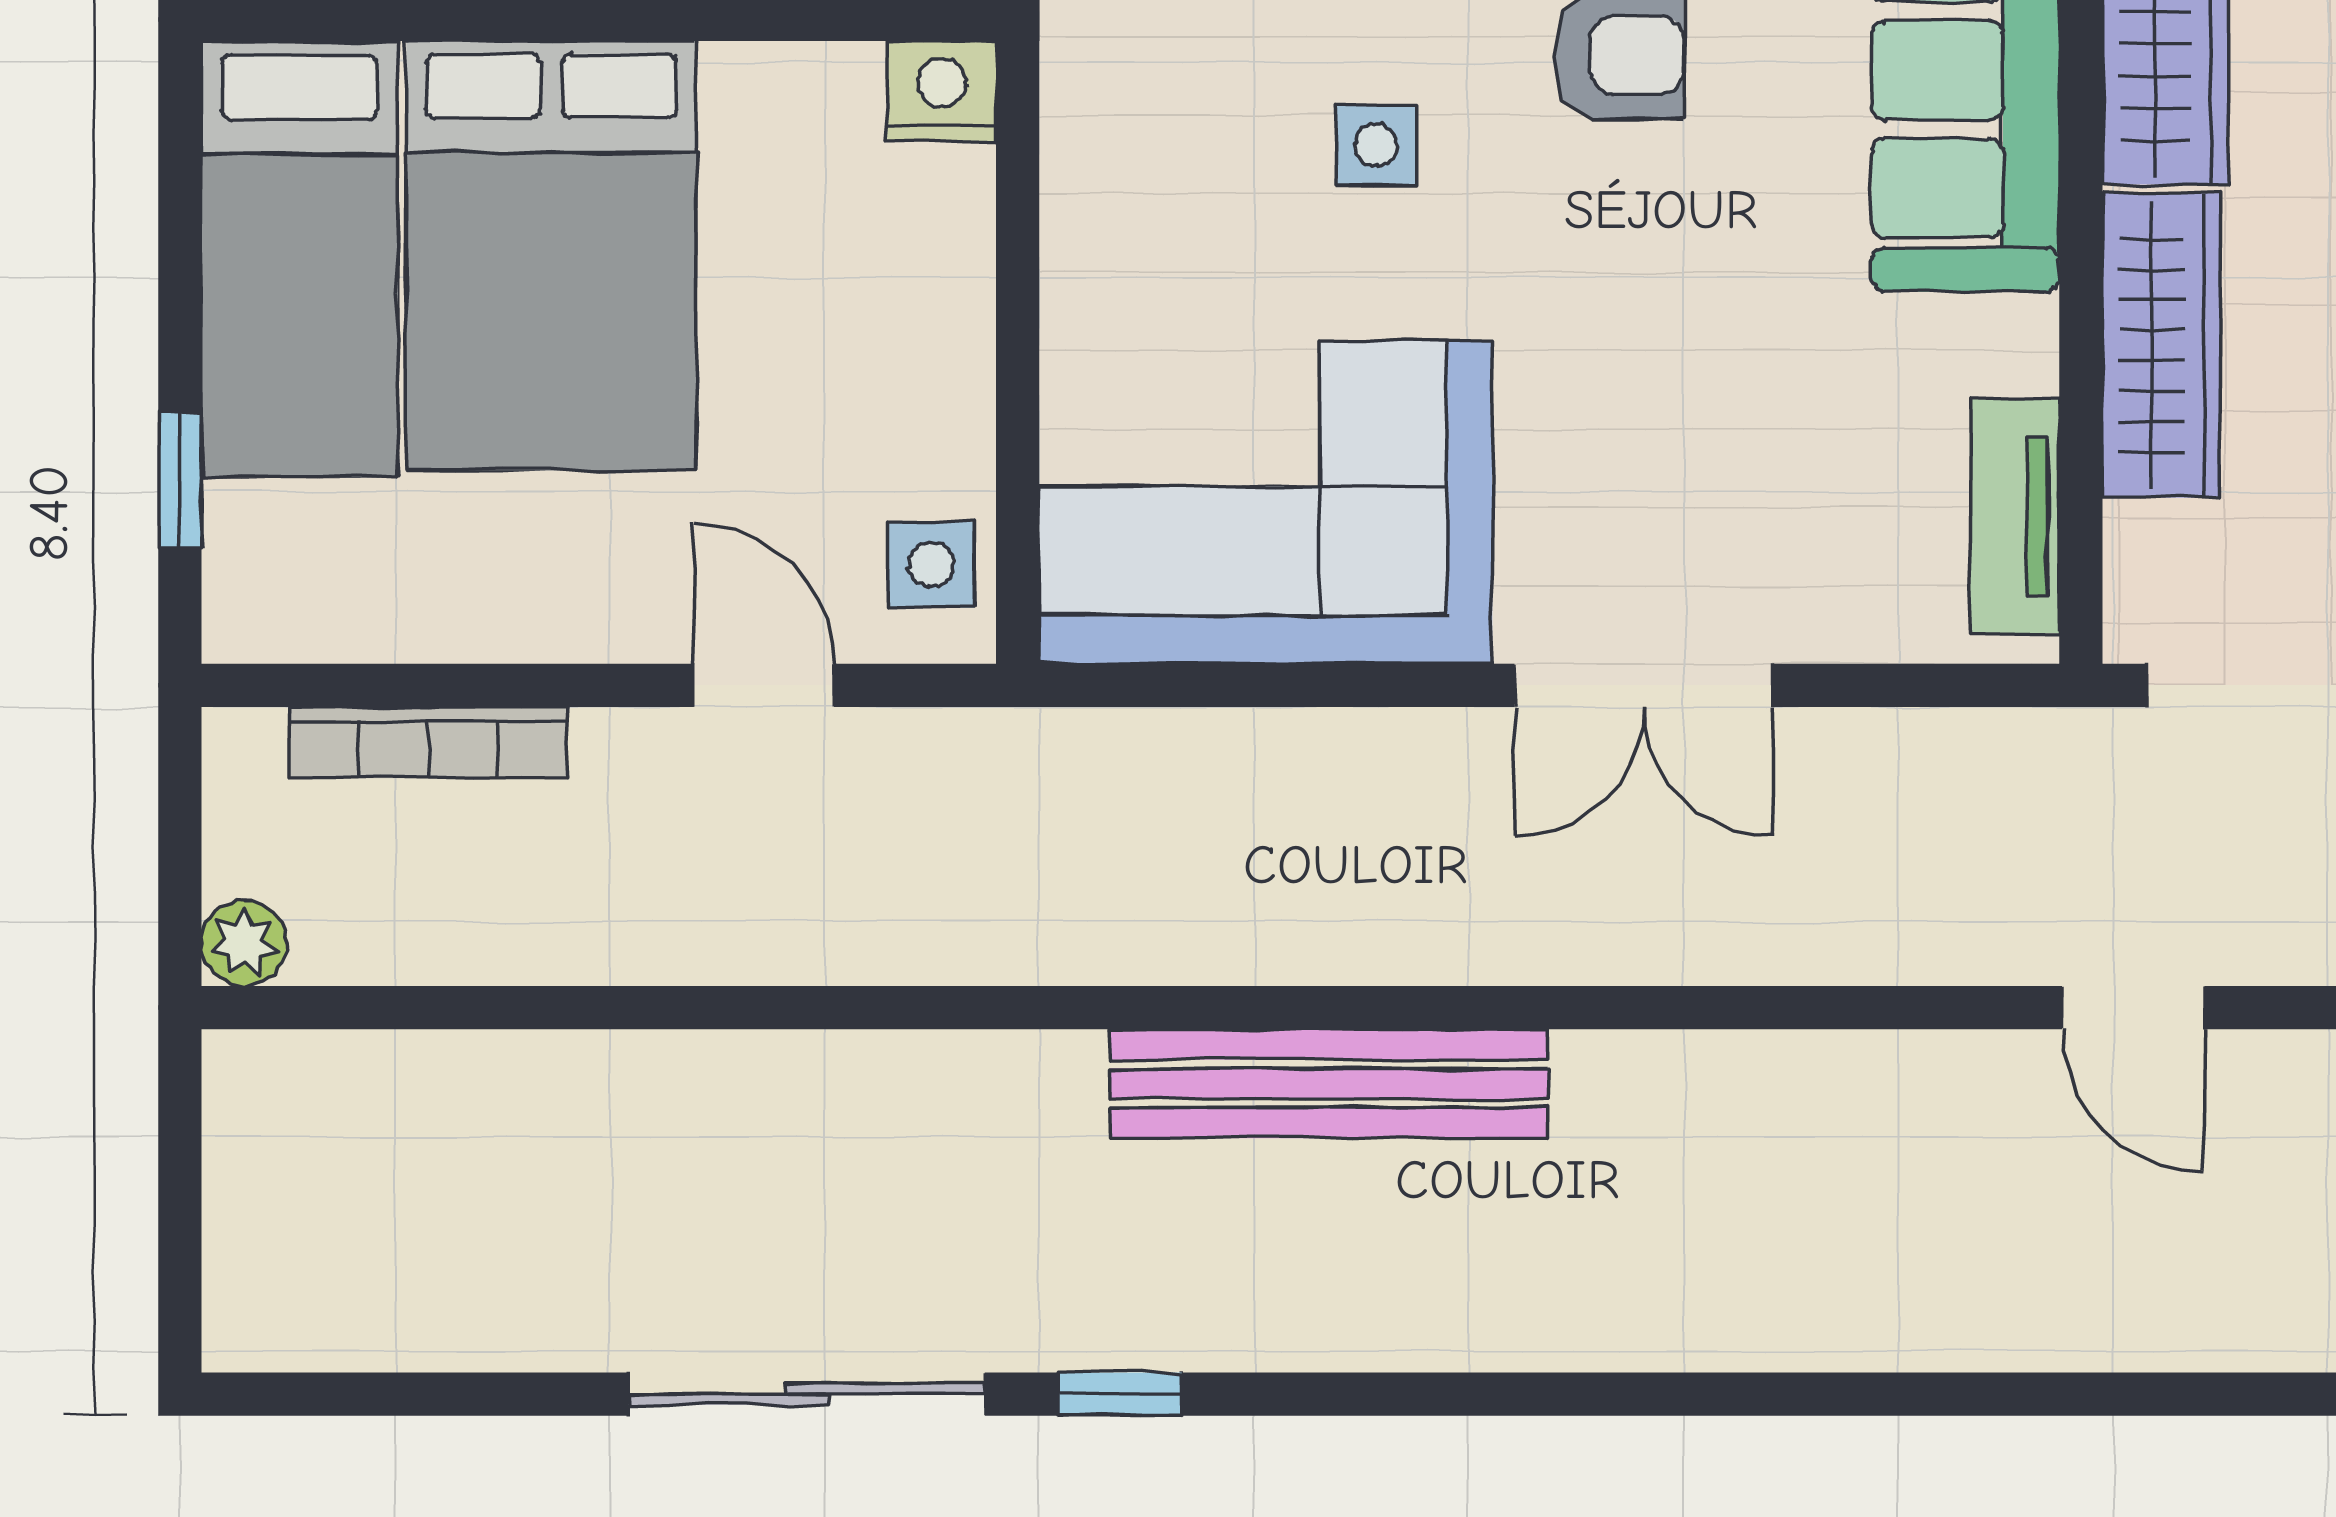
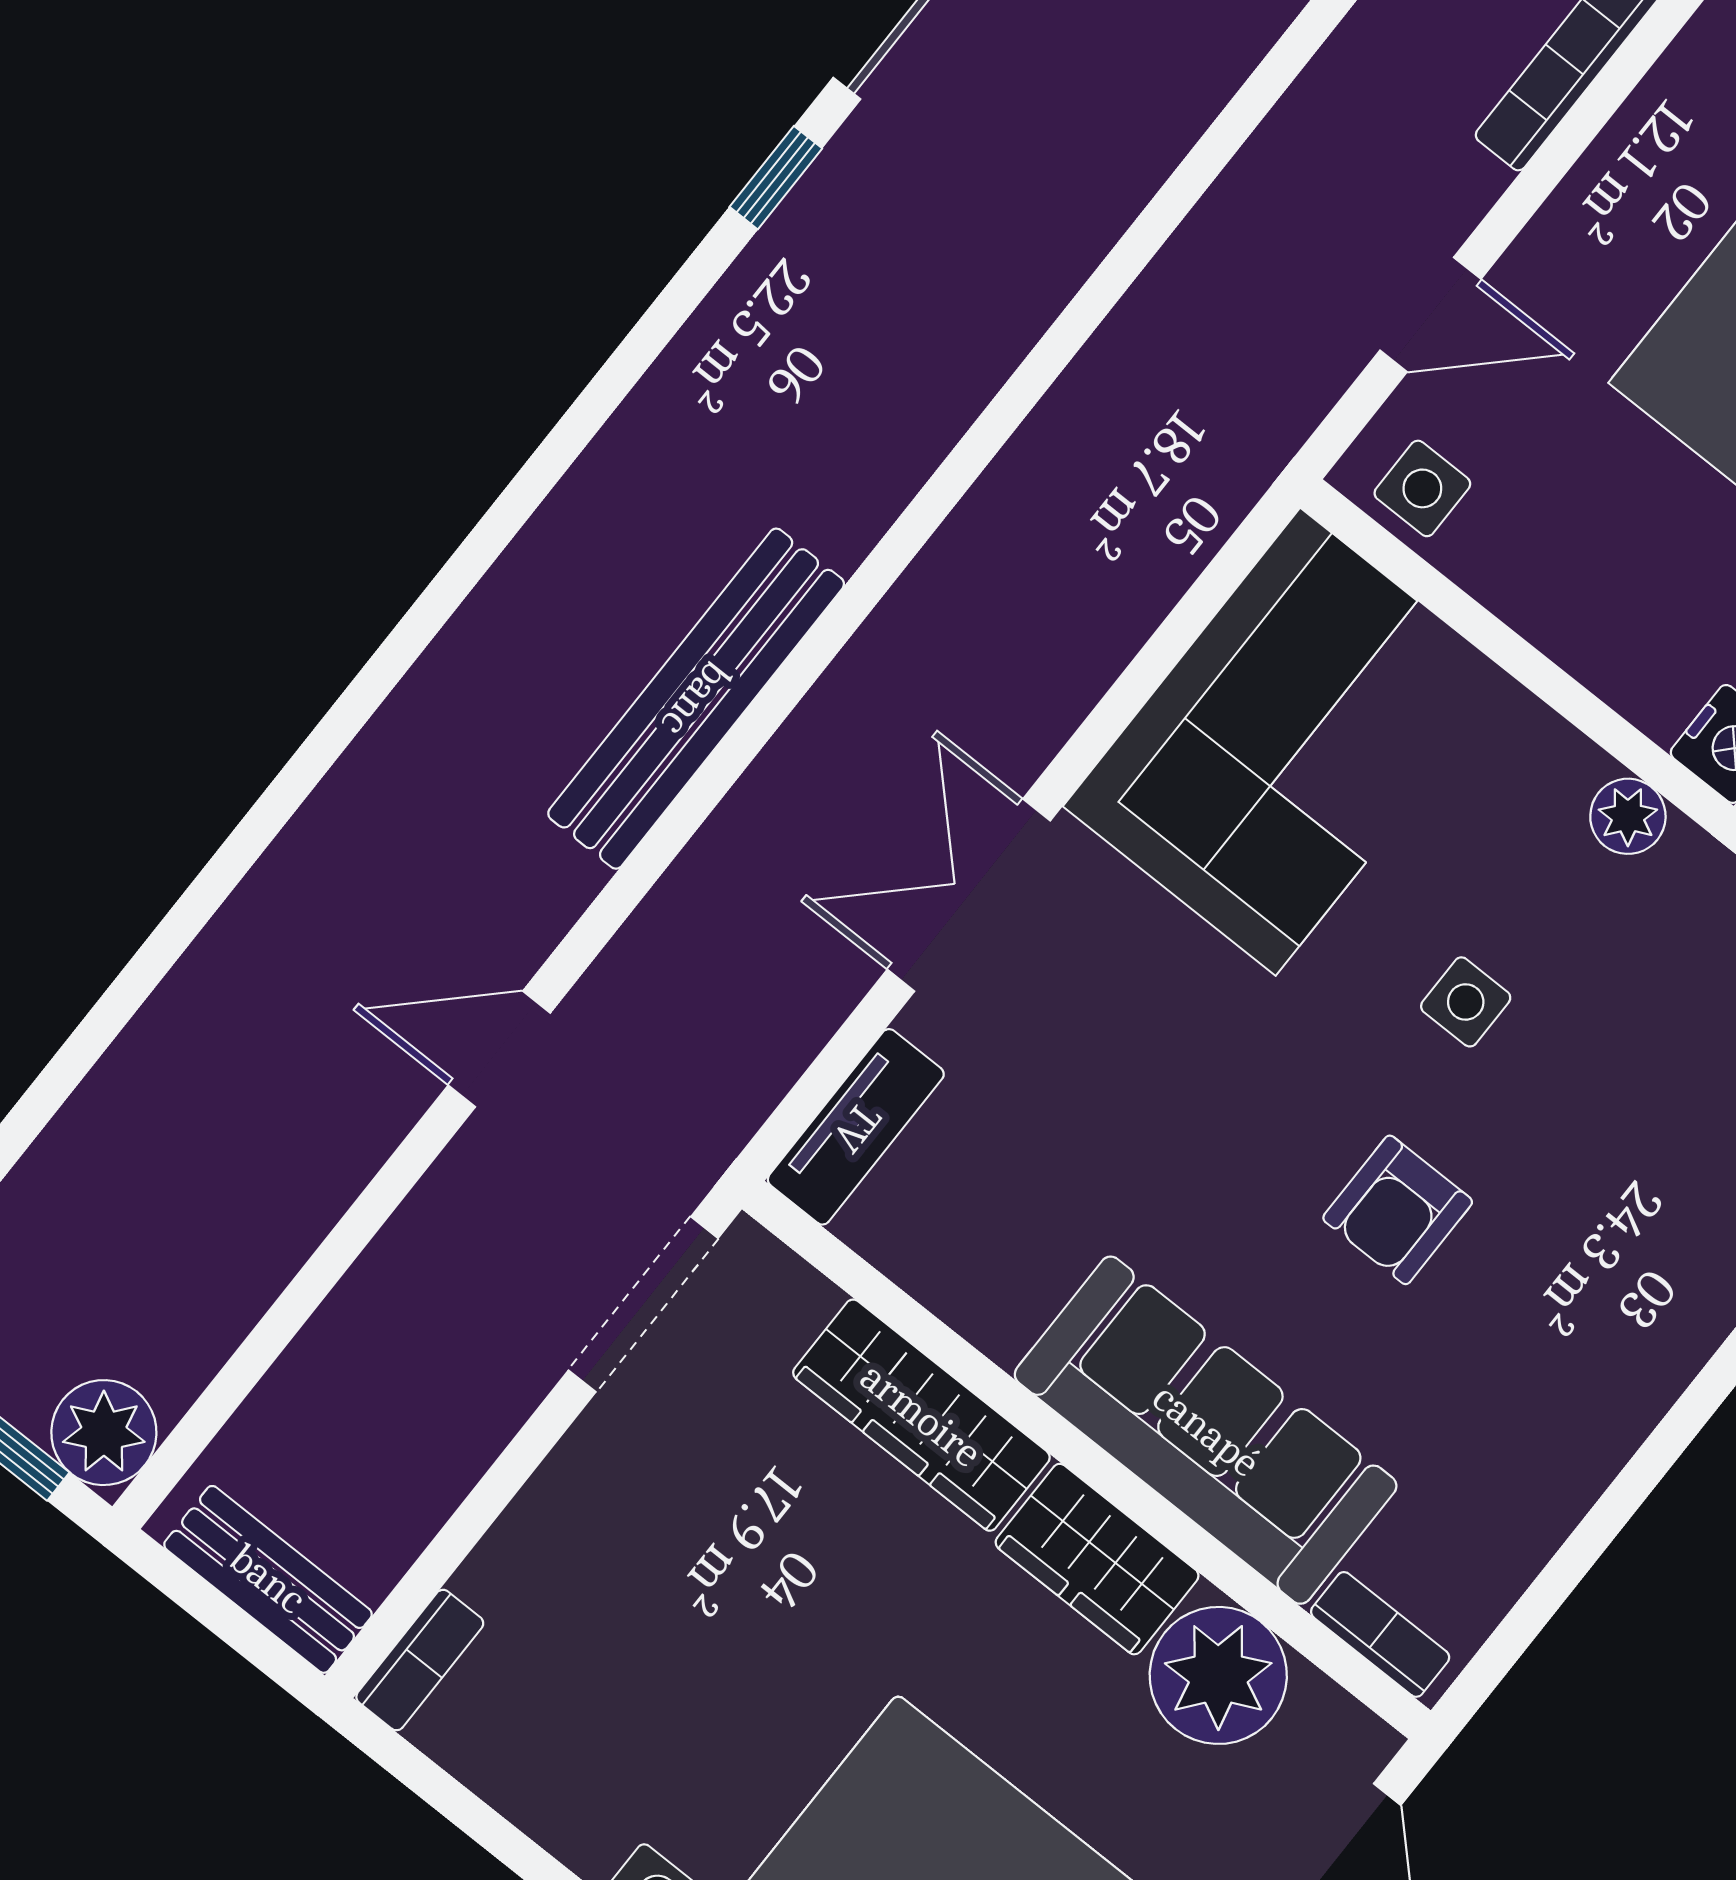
plant: (1084, 132) -> (1628, 816), added
tv unit: (2015, 516) -> (856, 1127), moved, turned 90
bench: (1329, 1084) -> (696, 699), moved

